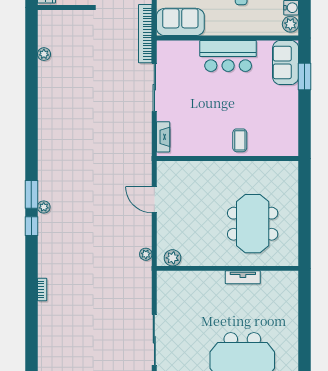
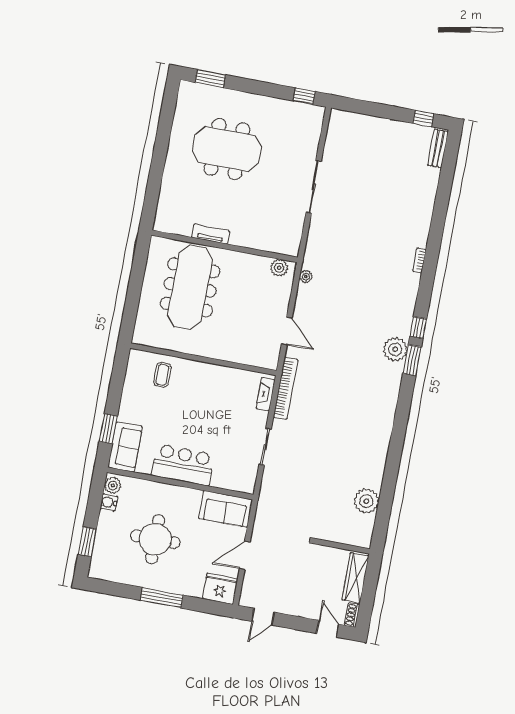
bookcase: (145, 34) -> (286, 388), moved
plant: (44, 54) -> (366, 501), width x1.87, depth x1.87
sliding door: (154, 87) -> (265, 447), width x0.73
coffee table: (240, 140) -> (162, 375), moved
plant: (44, 207) -> (395, 349), width x1.88, depth x1.88
meeting table: (253, 224) -> (190, 287), width x1.36

